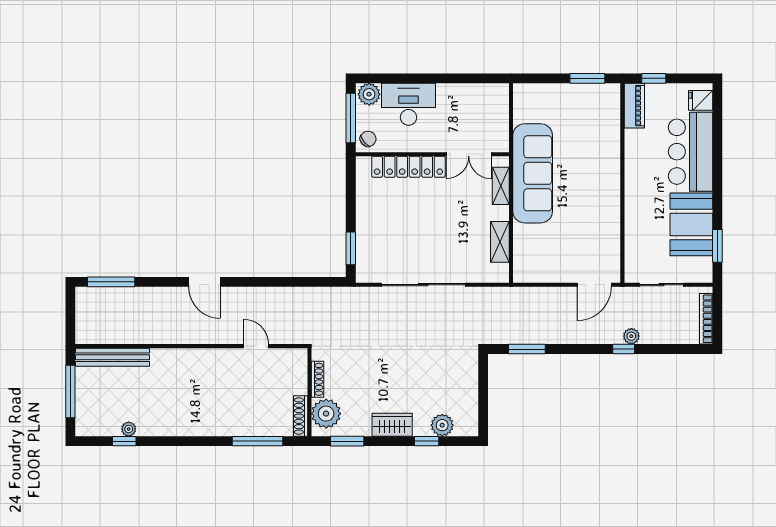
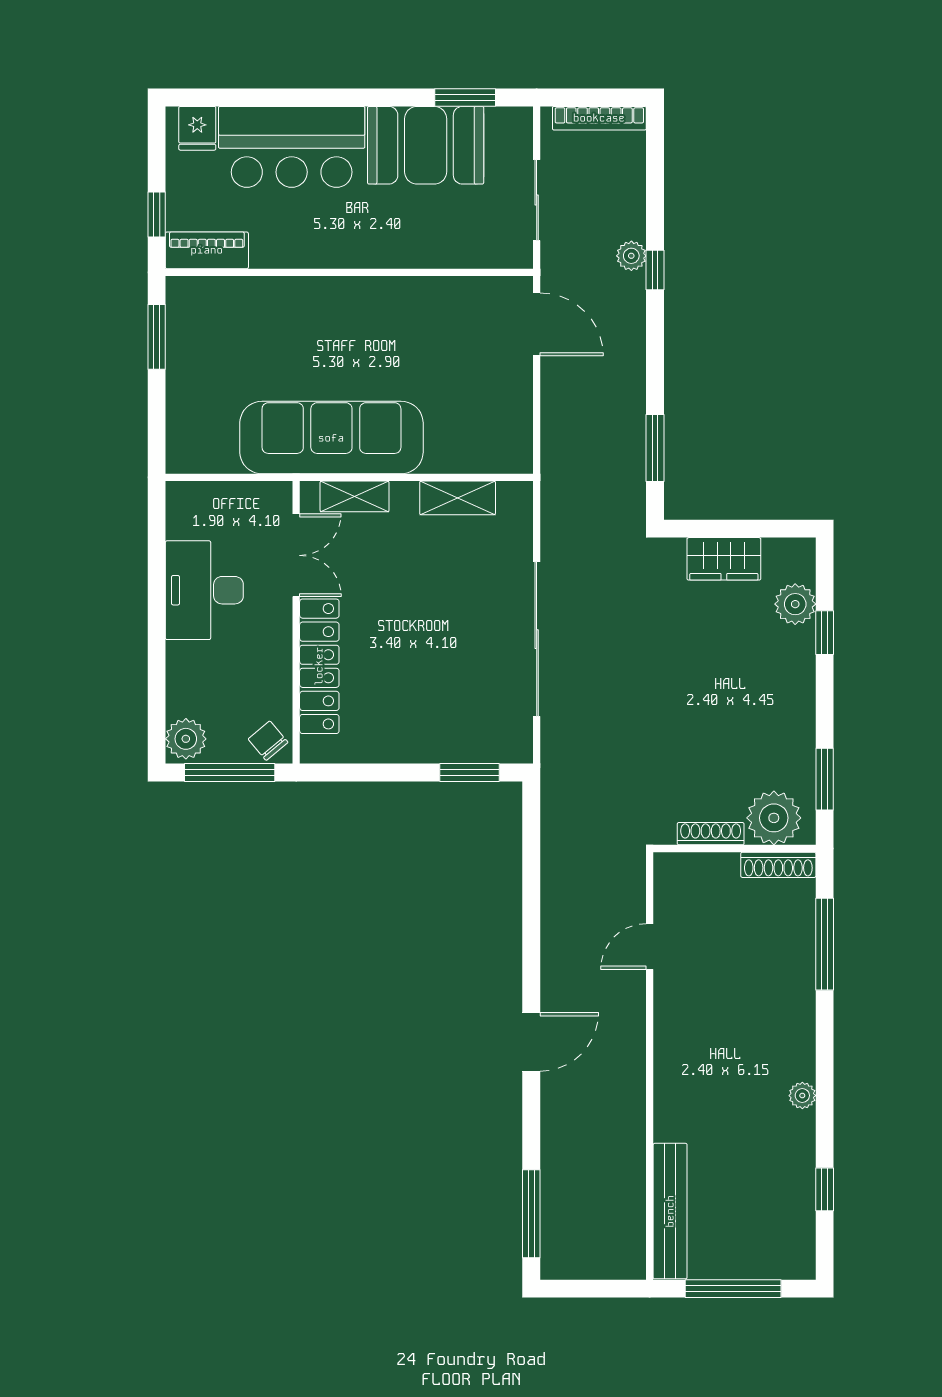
desk: (408, 104) -> (204, 590), moved
wardrobe: (392, 425) -> (724, 559), moved, turned -90
plant: (129, 429) -> (802, 1096), moved

